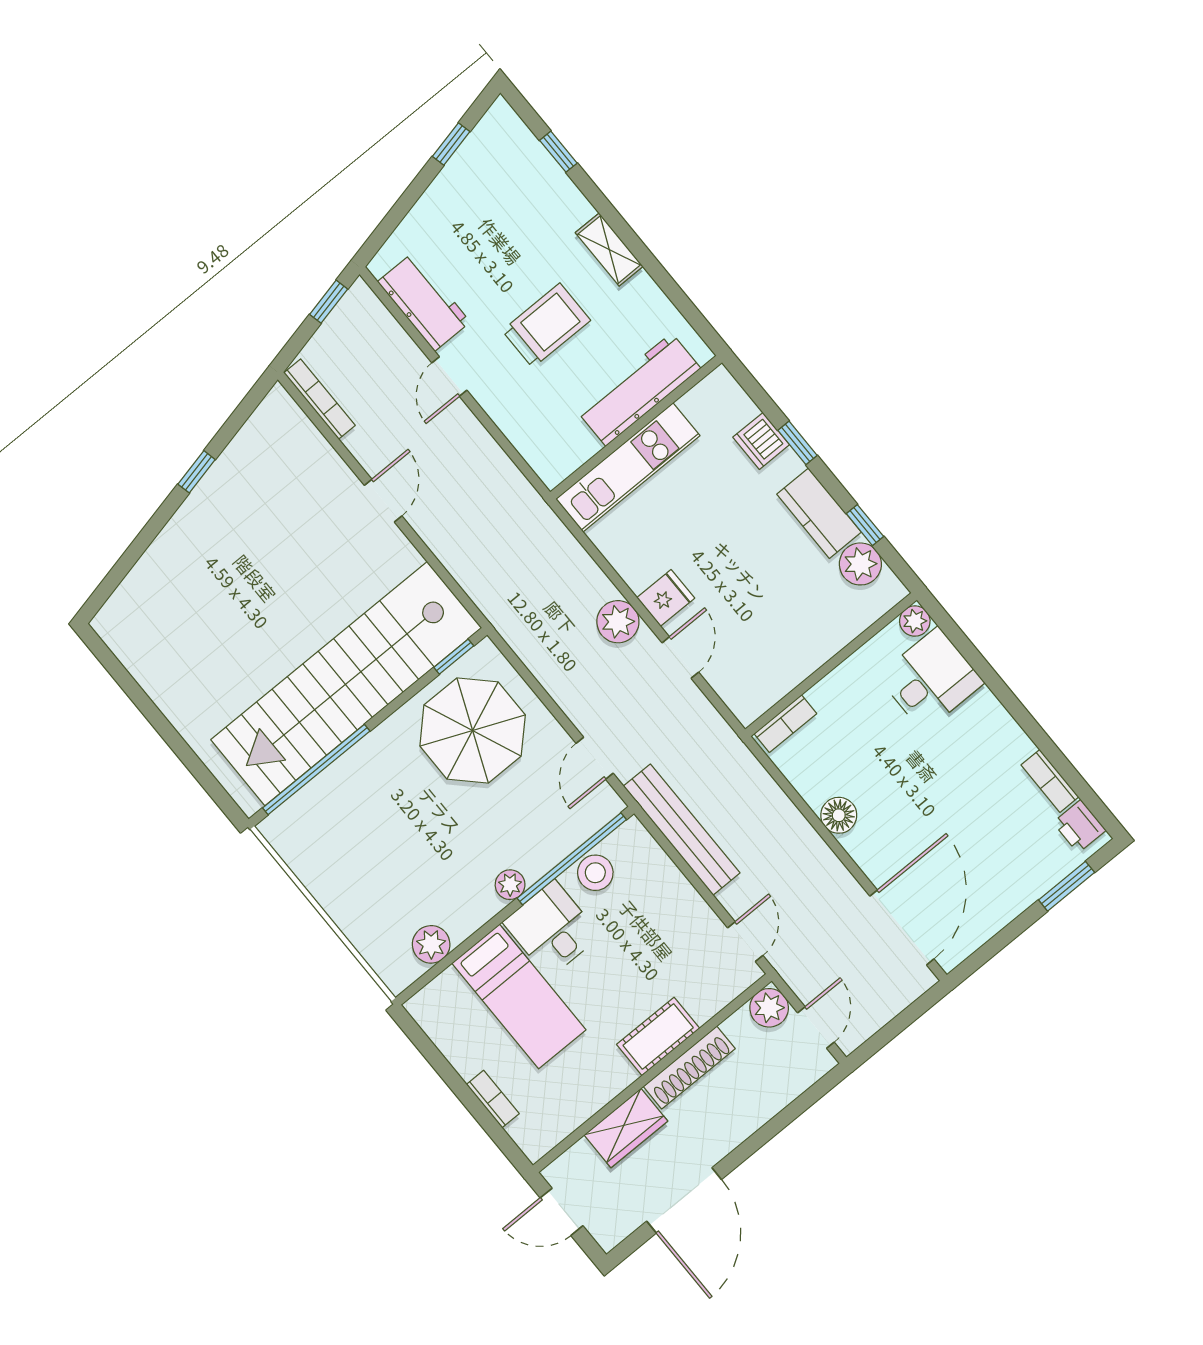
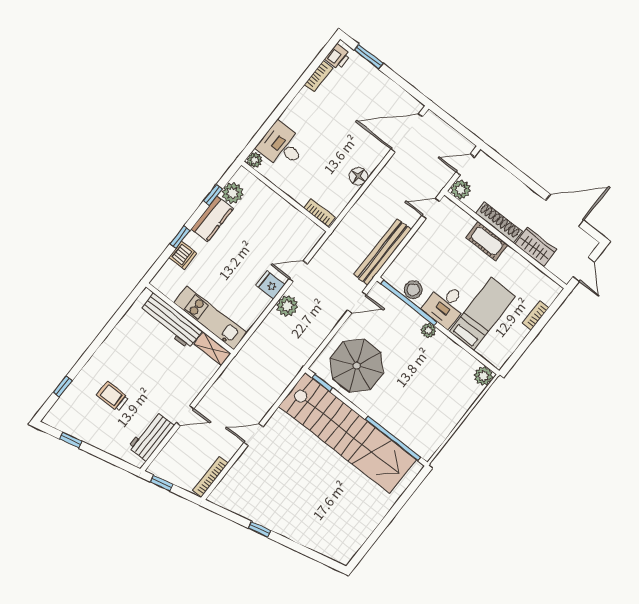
shelving: (609, 250) -> (213, 349), moved, turned 90
trolley: (546, 325) -> (113, 396), moved, width x0.73, depth x0.72
plant: (431, 944) -> (483, 376), moved

